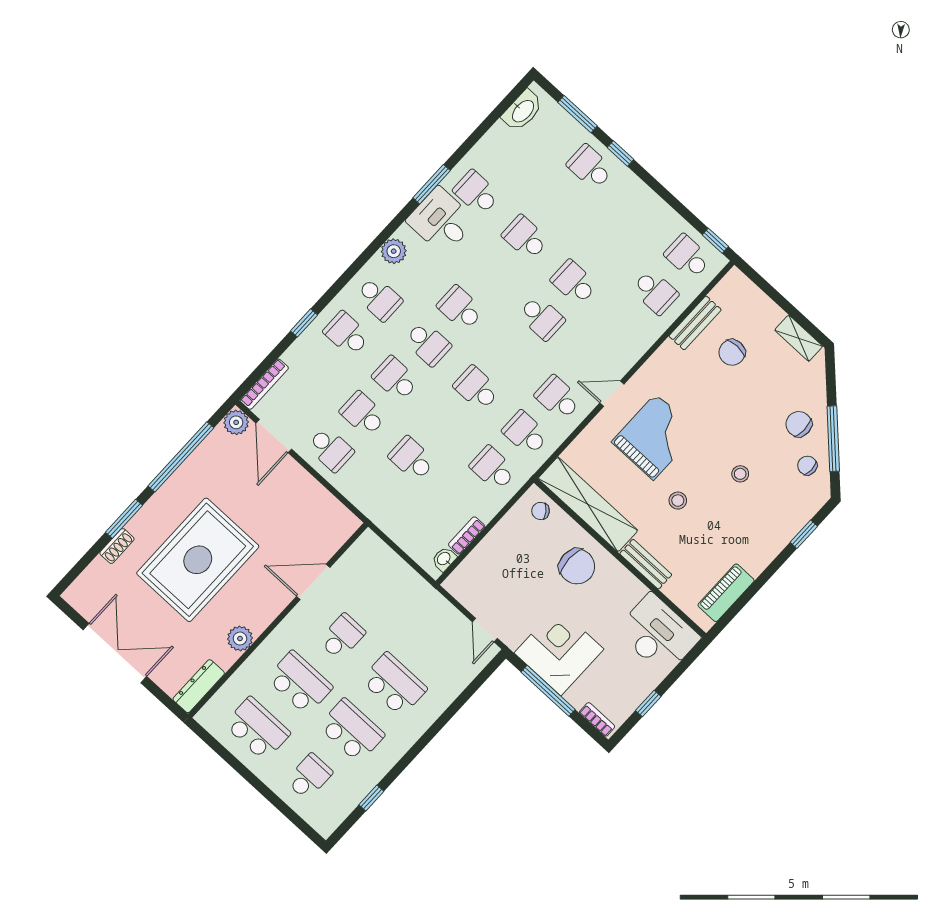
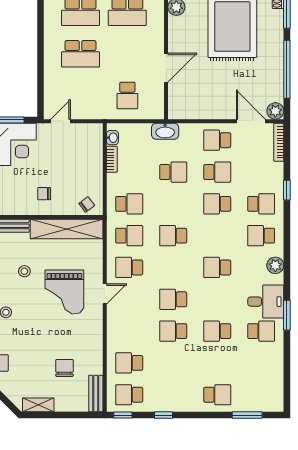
washbasin: (522, 111) -> (165, 131), moved, turned -90
window: (620, 153) -> (164, 415), moved
school desk: (525, 238) -> (217, 331), turned 180
school desk: (688, 257) -> (129, 395), turned 180
school desk: (574, 282) -> (173, 331), turned 180
school desk: (460, 308) -> (217, 267), turned 180
bench: (695, 323) -> (96, 394), moved
school desk: (428, 343) -> (217, 236), removed
school desk: (395, 379) -> (217, 204), turned 180
school desk: (477, 388) -> (173, 236), turned 180
school desk: (558, 398) -> (129, 267), turned 180
chair: (577, 566) -> (44, 194), width x0.54, depth x0.54
door: (485, 630) -> (60, 121), hinge flipped
school desk: (342, 637) -> (127, 95), moved

